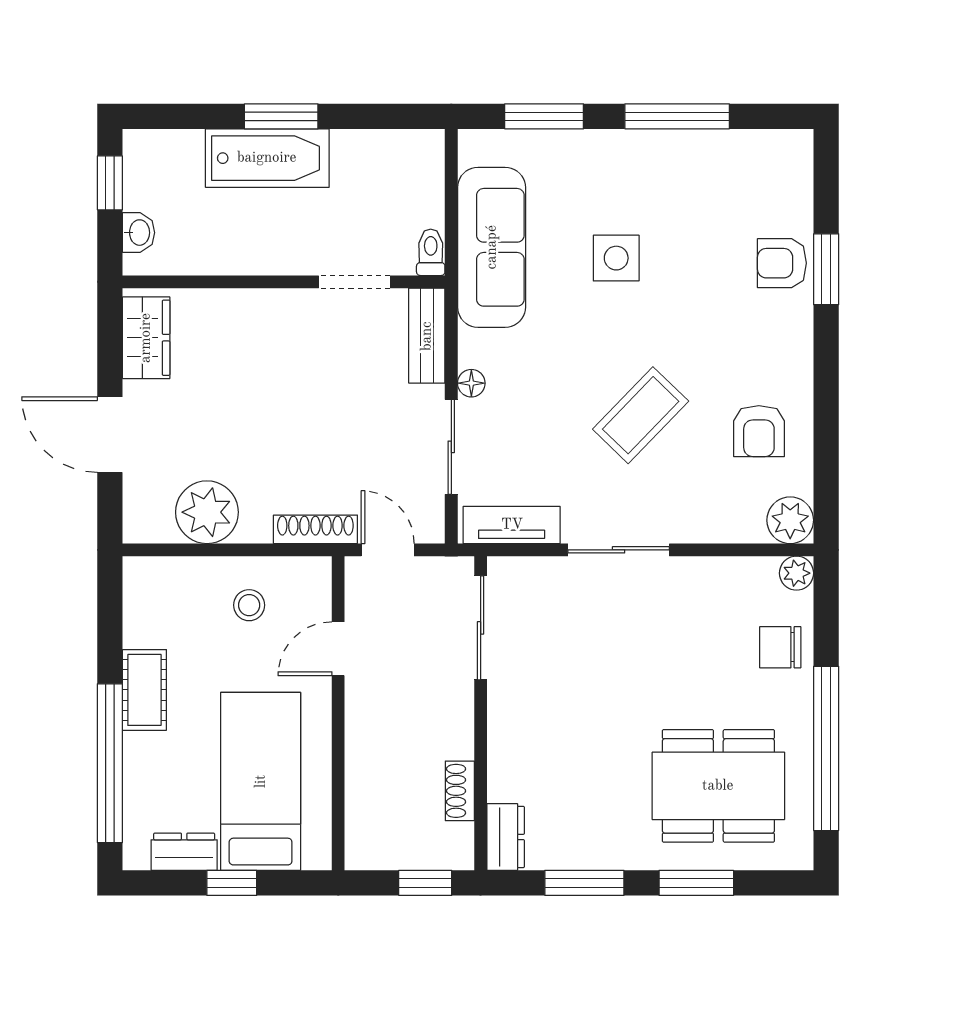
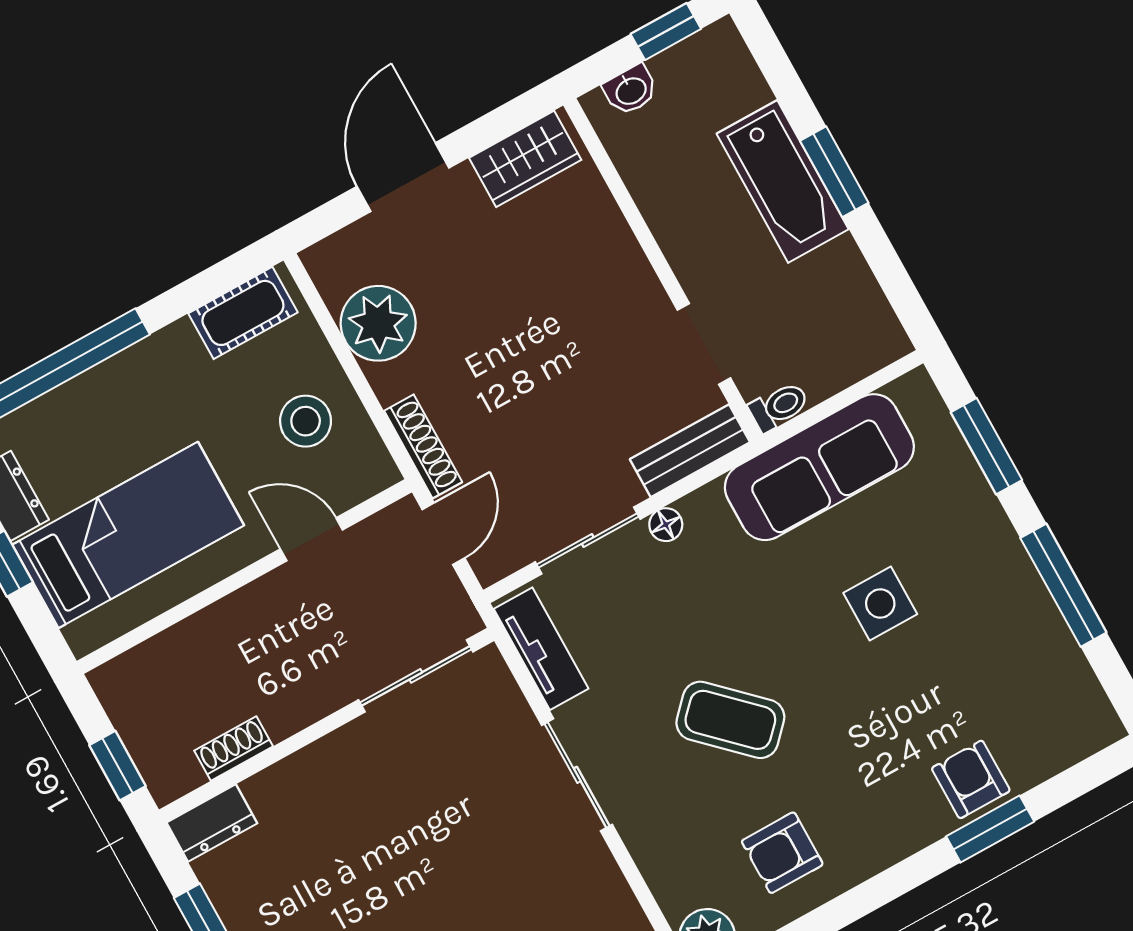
stool: (249, 605) -> (306, 421), width x1.37, depth x1.37
cot: (144, 690) -> (243, 313), moved

